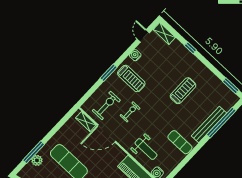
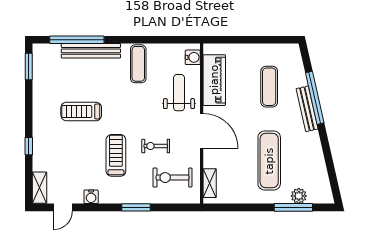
treadmill: (131, 78) -> (116, 155), moved
door: (107, 133) -> (202, 131), moved

